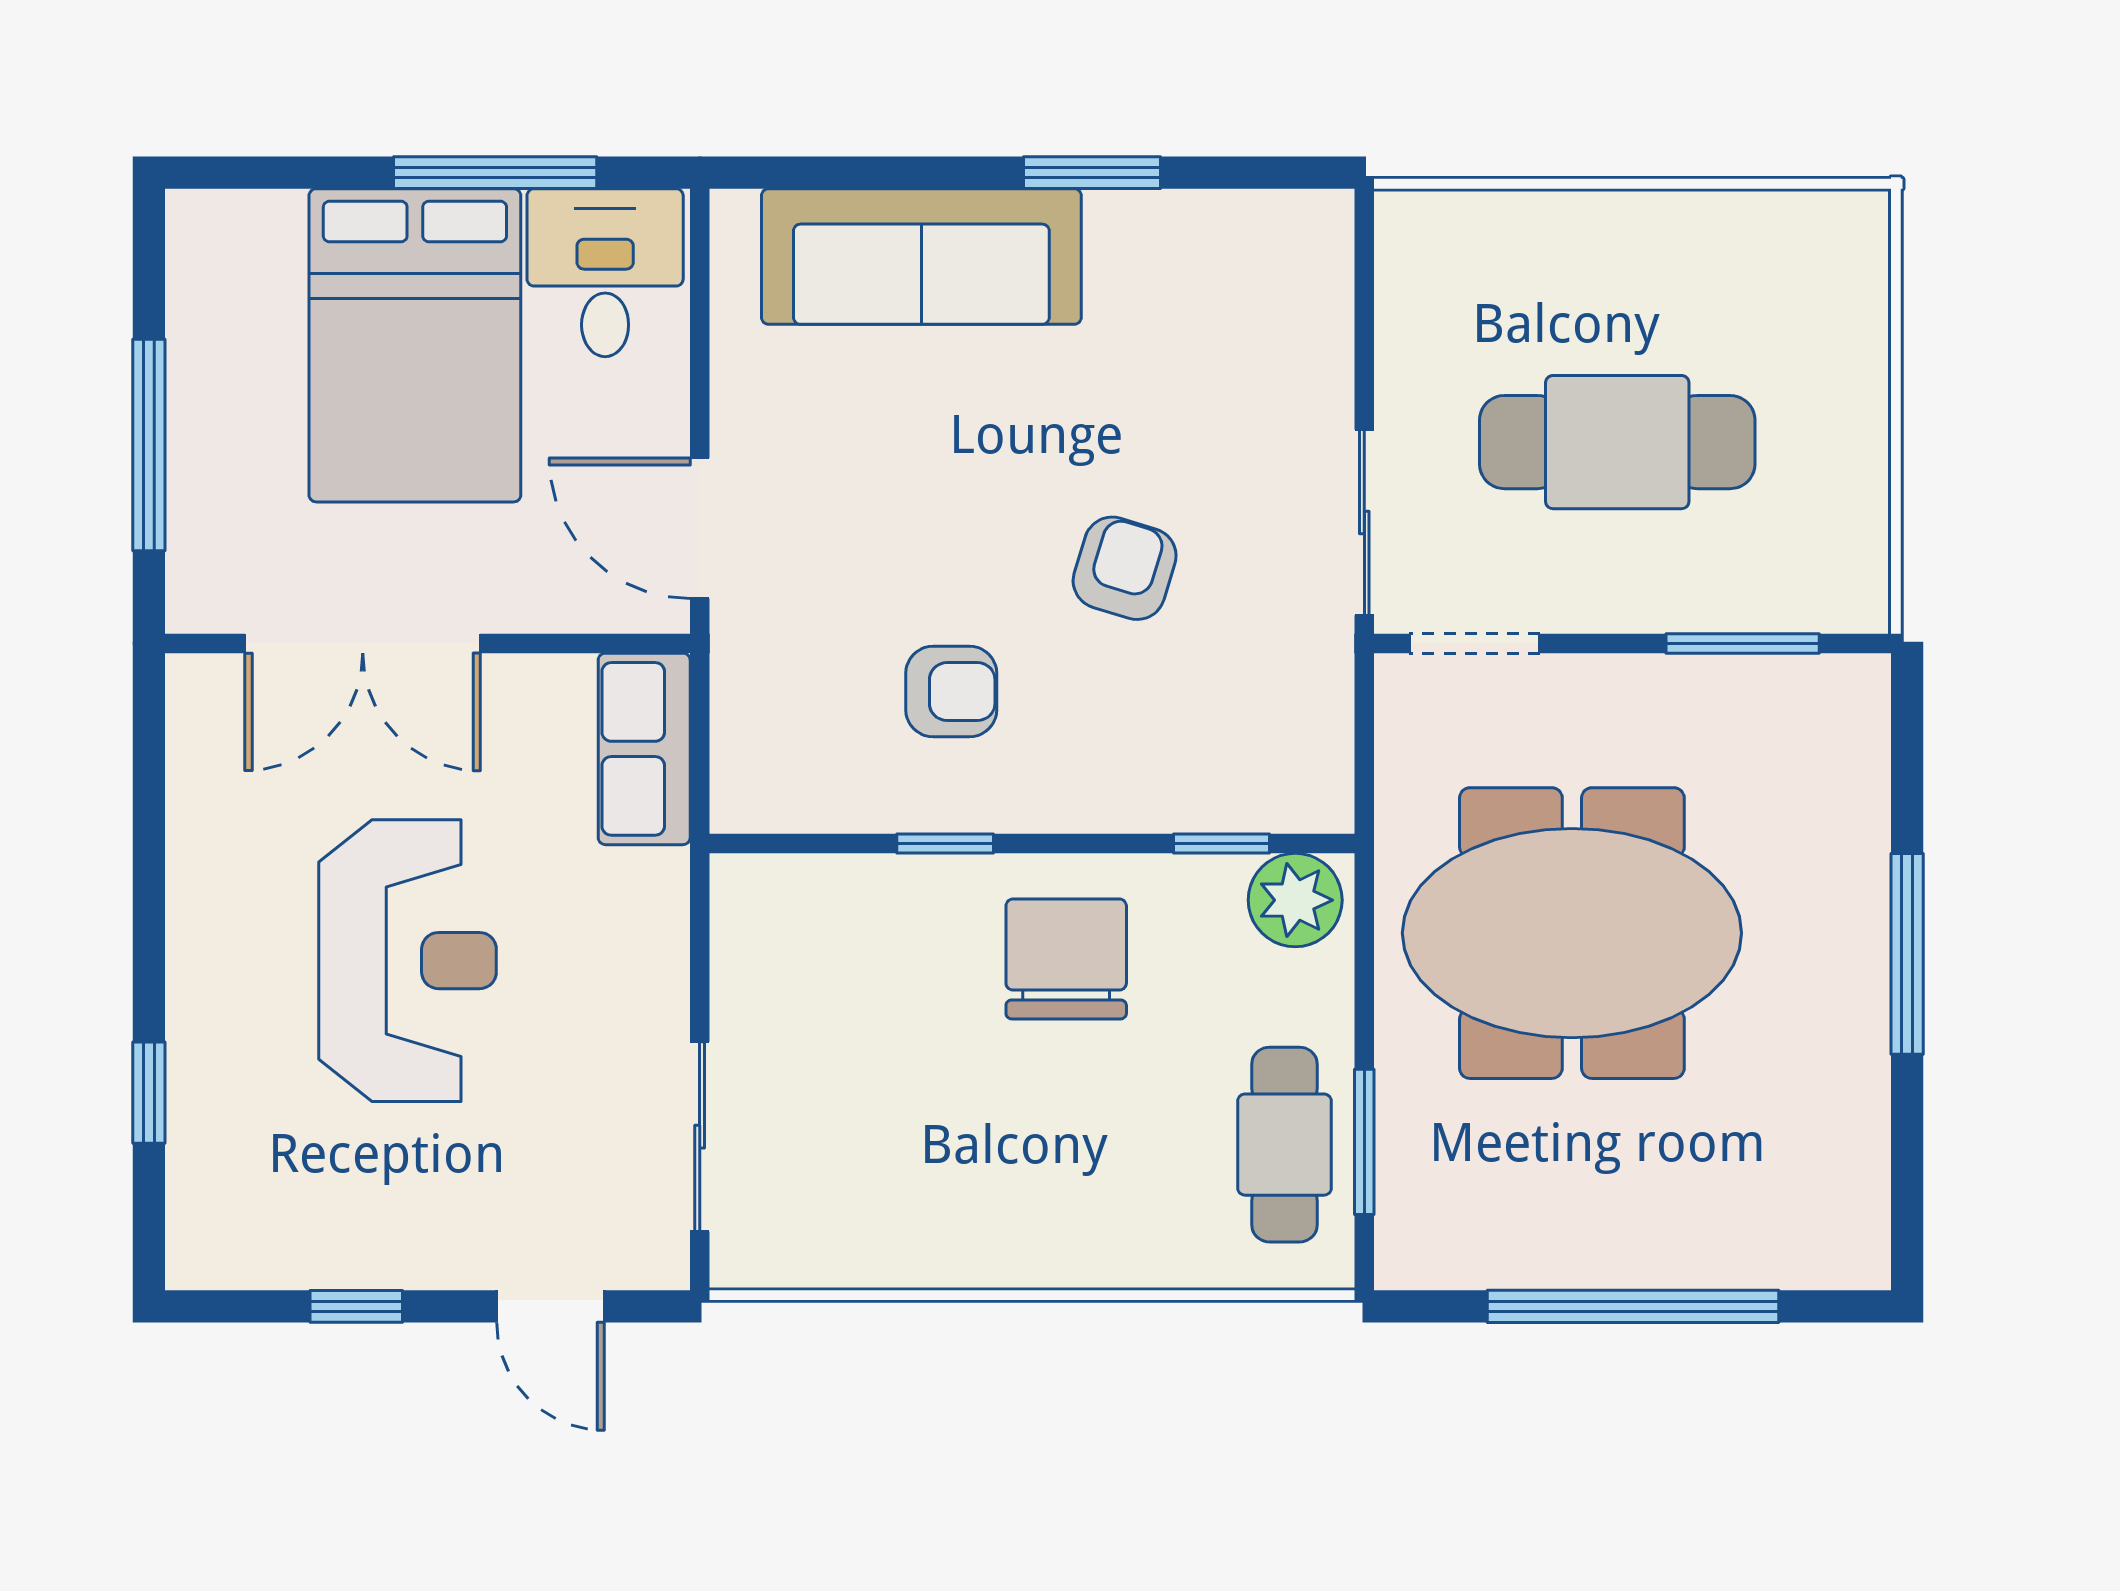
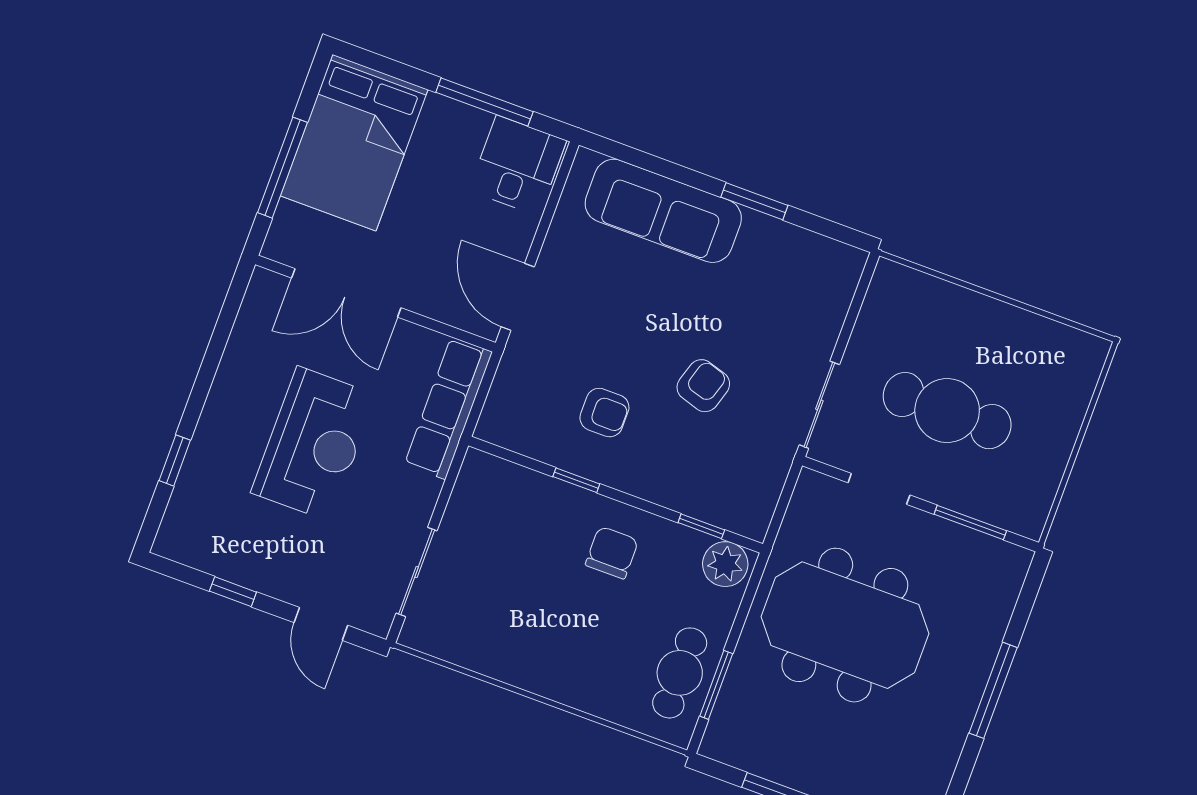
bed: (415, 345) -> (354, 143), moved
doorway: (1475, 643) -> (879, 489), moved
row of seats: (644, 749) -> (448, 408), width x1.48
chair: (1066, 959) -> (612, 553), width x0.73, depth x0.73

